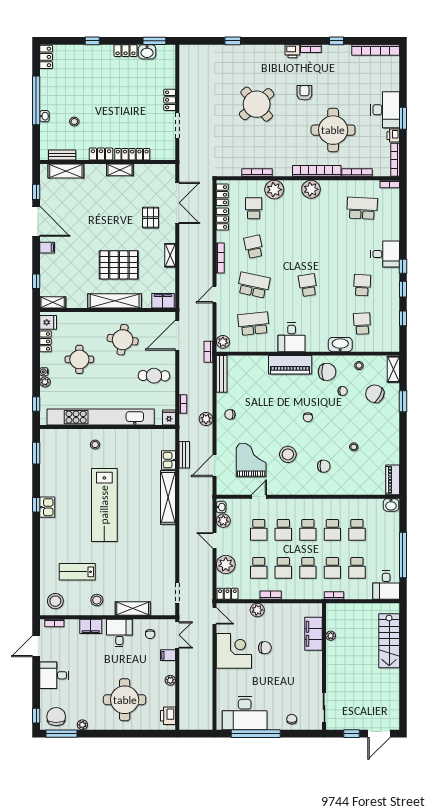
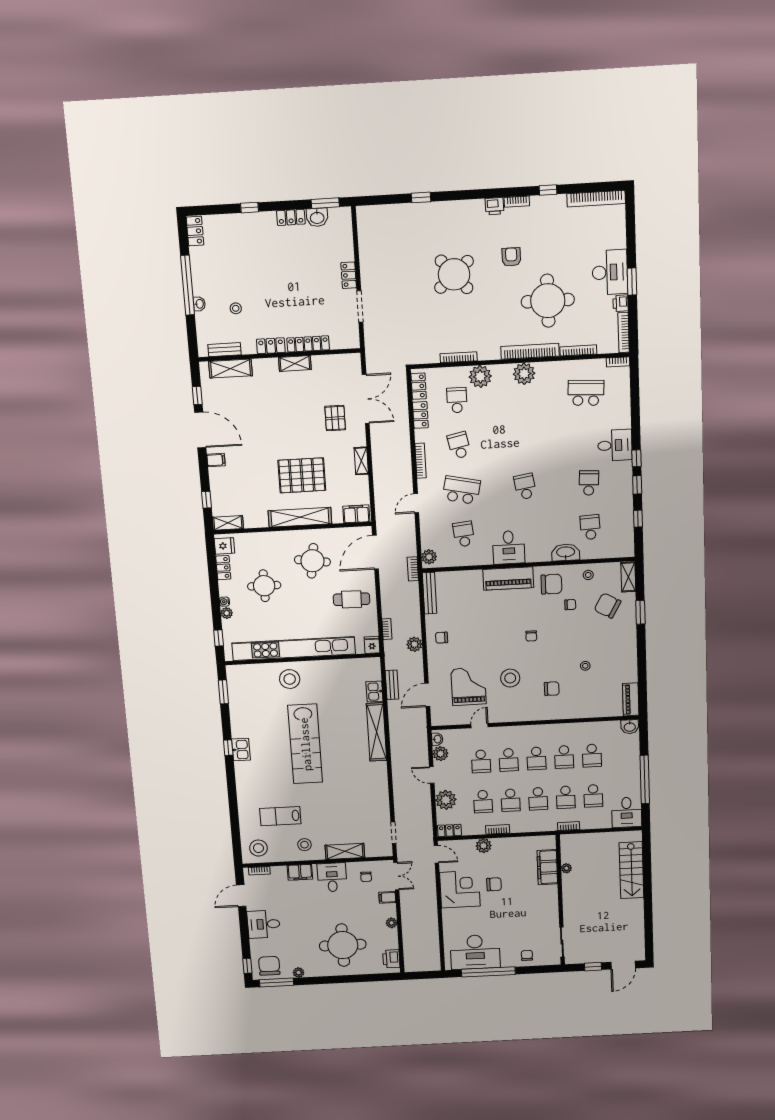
school desk: (254, 324) -> (464, 534), width x0.54
stool: (95, 445) -> (290, 679), width x1.89, depth x1.89

